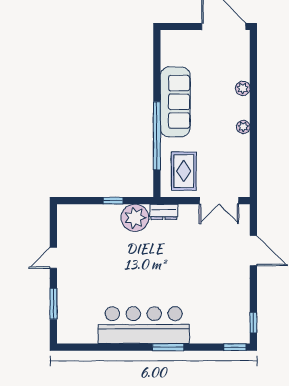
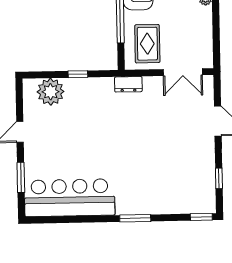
plant: (135, 218) -> (51, 92), moved
window: (253, 323) -> (219, 178), moved
bar counter: (144, 325) -> (70, 198), moved

